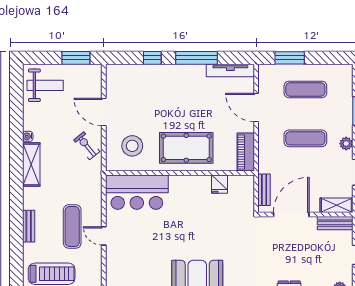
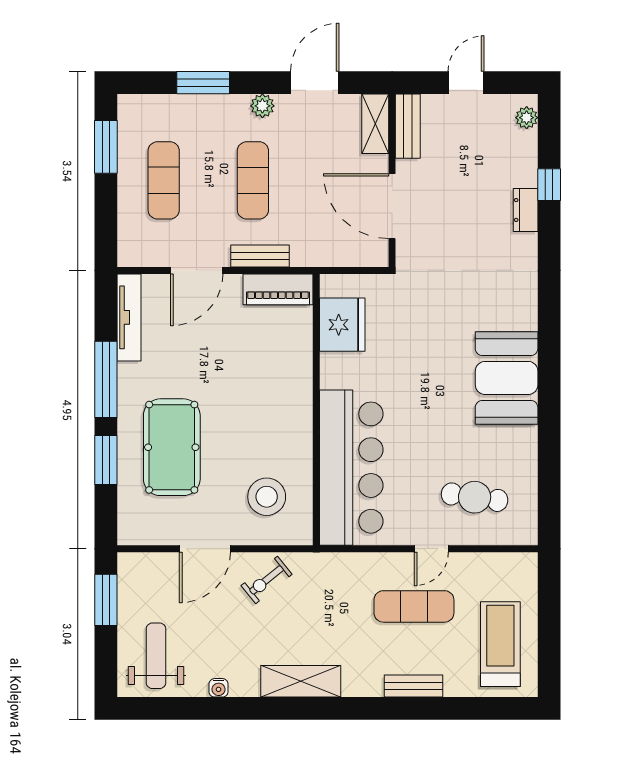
window: (152, 58) -> (106, 460), width x1.50
window: (290, 58) -> (106, 147), moved
water cooler: (28, 136) -> (219, 688), moved
pool table: (186, 148) -> (172, 447), moved
fridge: (220, 184) -> (342, 325), width x1.88, depth x1.34
bench: (264, 190) -> (260, 256), moved
bar counter: (137, 192) -> (351, 468), width x1.36
cafe table: (132, 260) -> (475, 497), added

